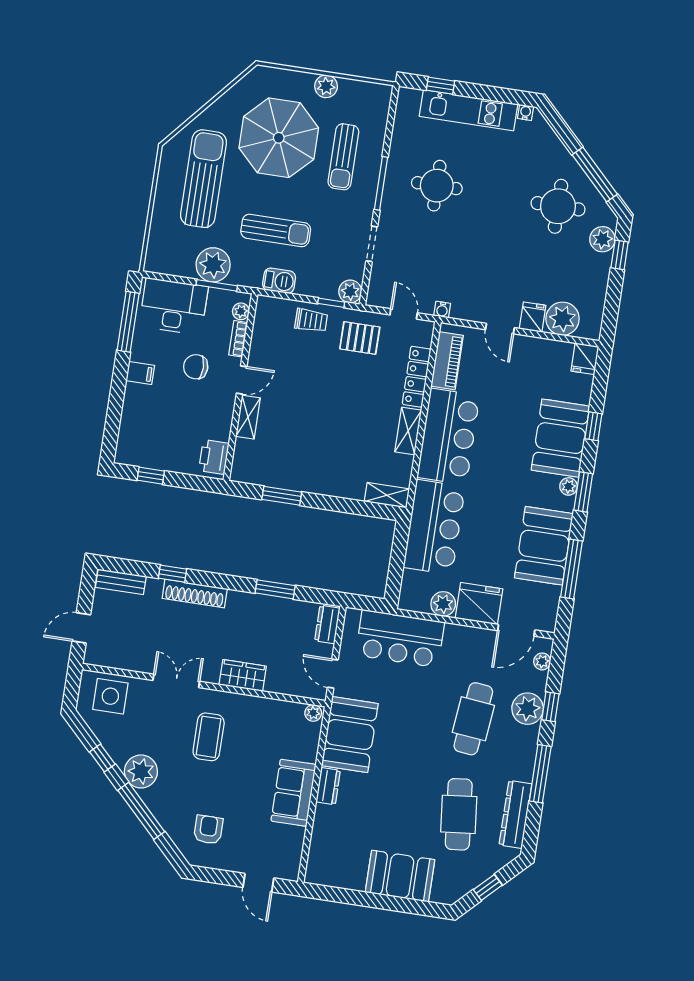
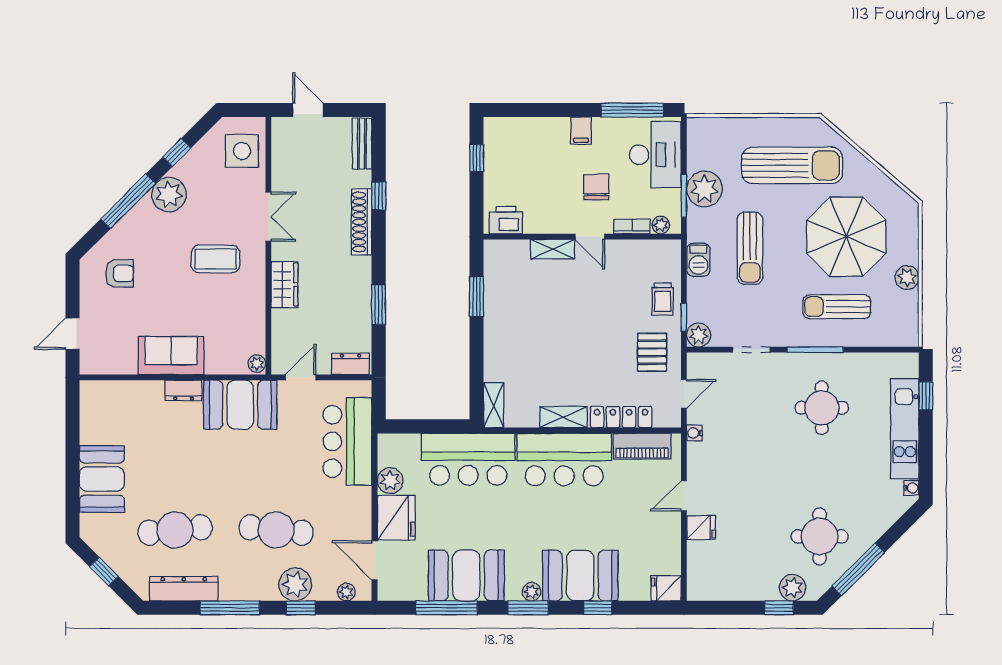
plant: (563, 319) -> (704, 559), removed

